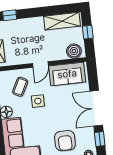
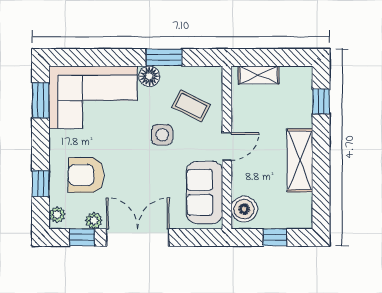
shelving: (62, 21) -> (300, 160), moved
door: (40, 65) -> (227, 147), swing flipped
plant: (90, 134) -> (94, 221), added

